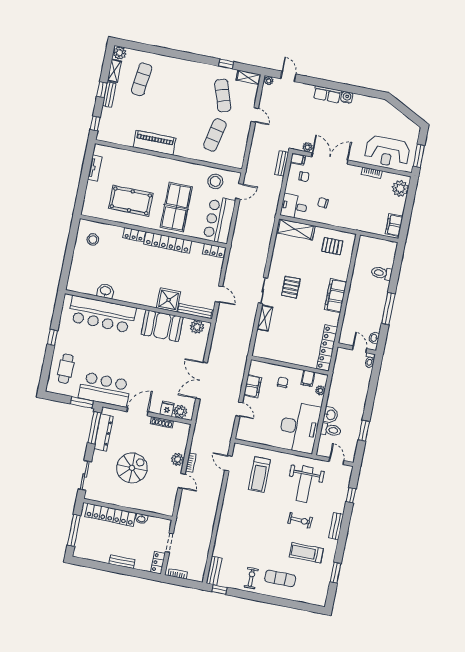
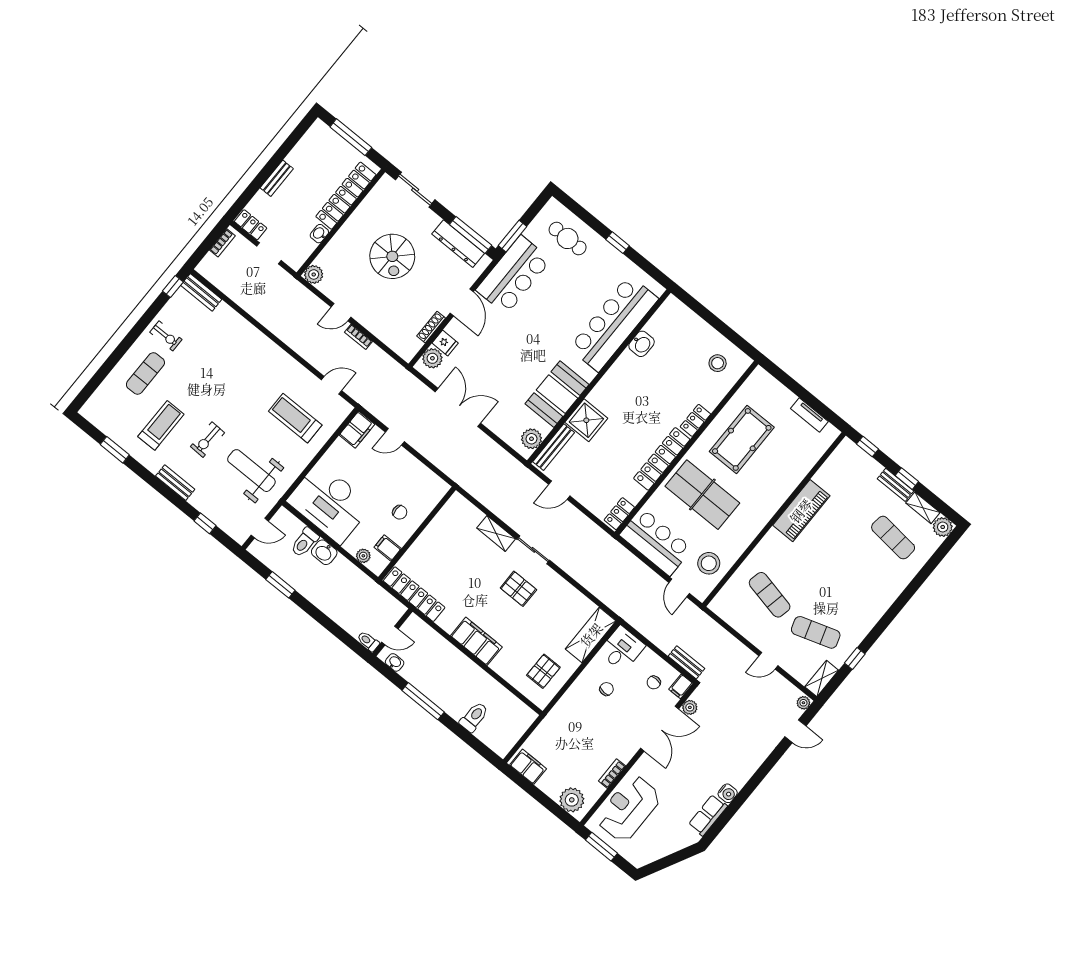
row of seats: (327, 94) -> (708, 815), moved
filing cabinet: (253, 386) -> (357, 430), moved, turned -90
plant: (178, 459) -> (314, 274), moved

